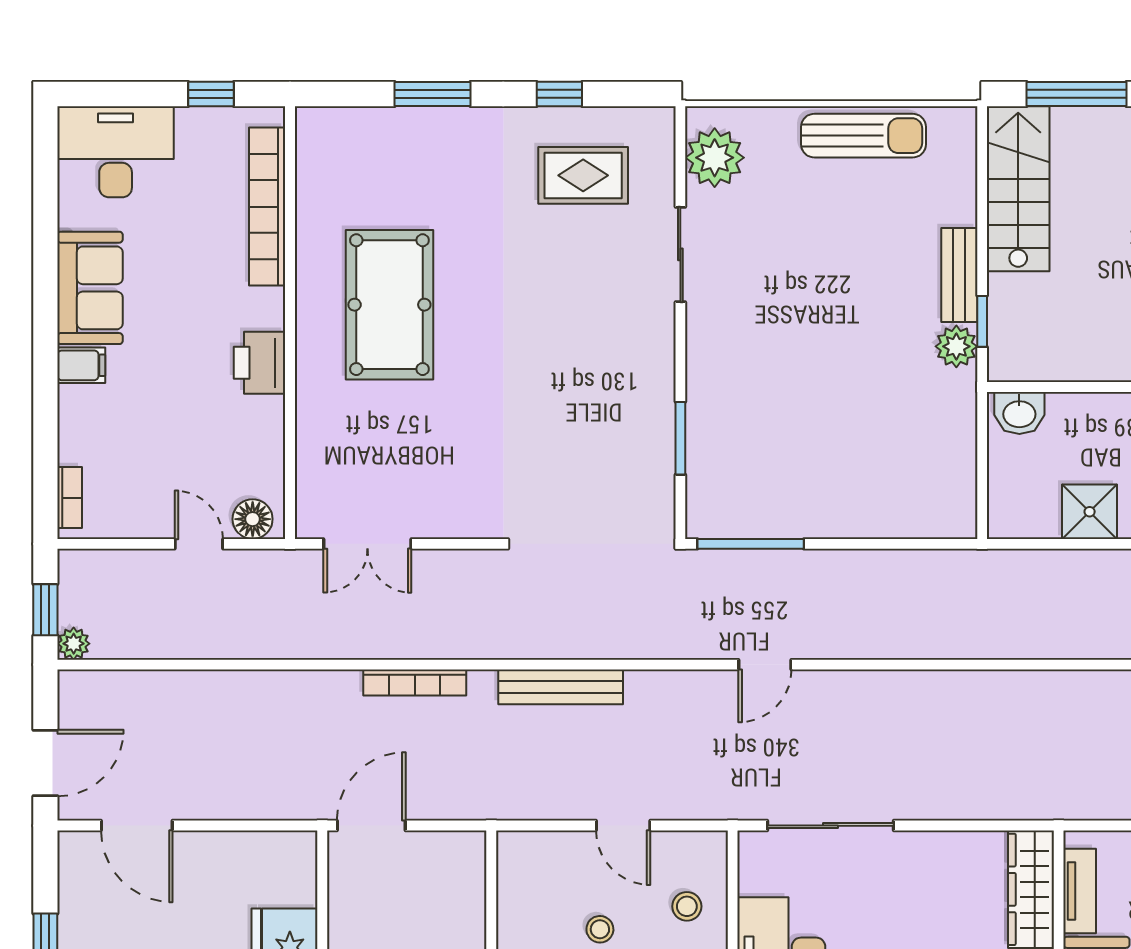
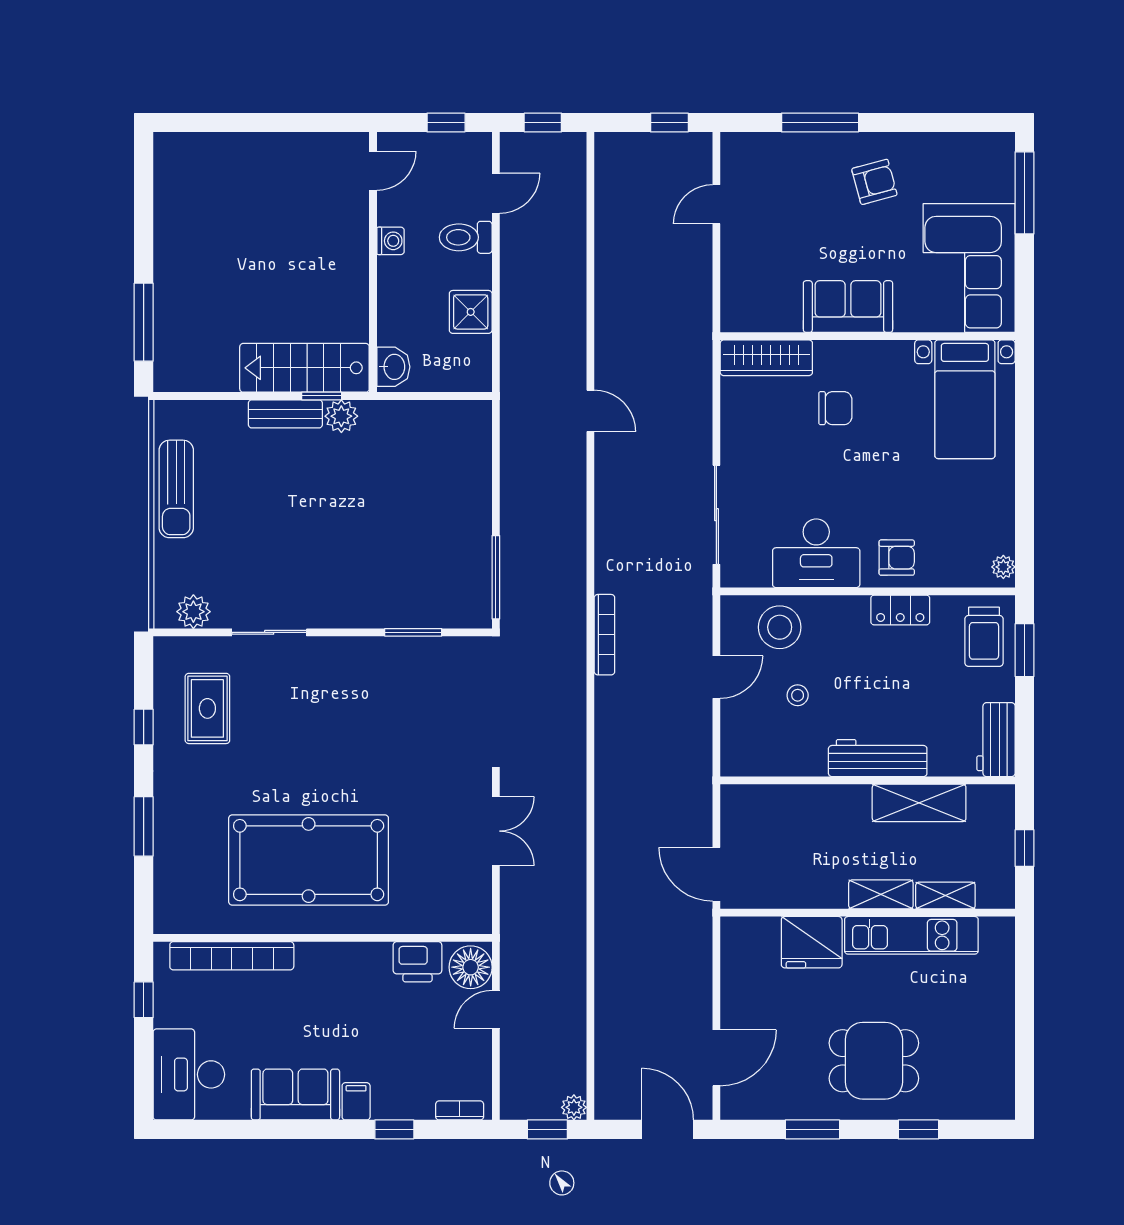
sun lounger: (863, 136) -> (176, 489), turned 180
plant: (715, 158) -> (193, 612), width x0.73, depth x0.73
stairs: (1018, 189) -> (304, 368), moved
pool table: (389, 305) -> (309, 860), width x1.36, depth x1.32
printer: (260, 363) -> (417, 962), moved
window: (45, 414) -> (394, 1129), added
floor lamp: (253, 519) -> (471, 967), width x1.38, depth x1.38
double door: (367, 544) -> (496, 831), moved
door: (765, 665) -> (590, 411), moved
bookcase: (415, 683) -> (604, 635), moved
bench: (561, 687) -> (608, 726), removed
tv unit: (1080, 891) -> (768, 320), removed
stool: (687, 906) -> (780, 627), width x1.89, depth x1.89

